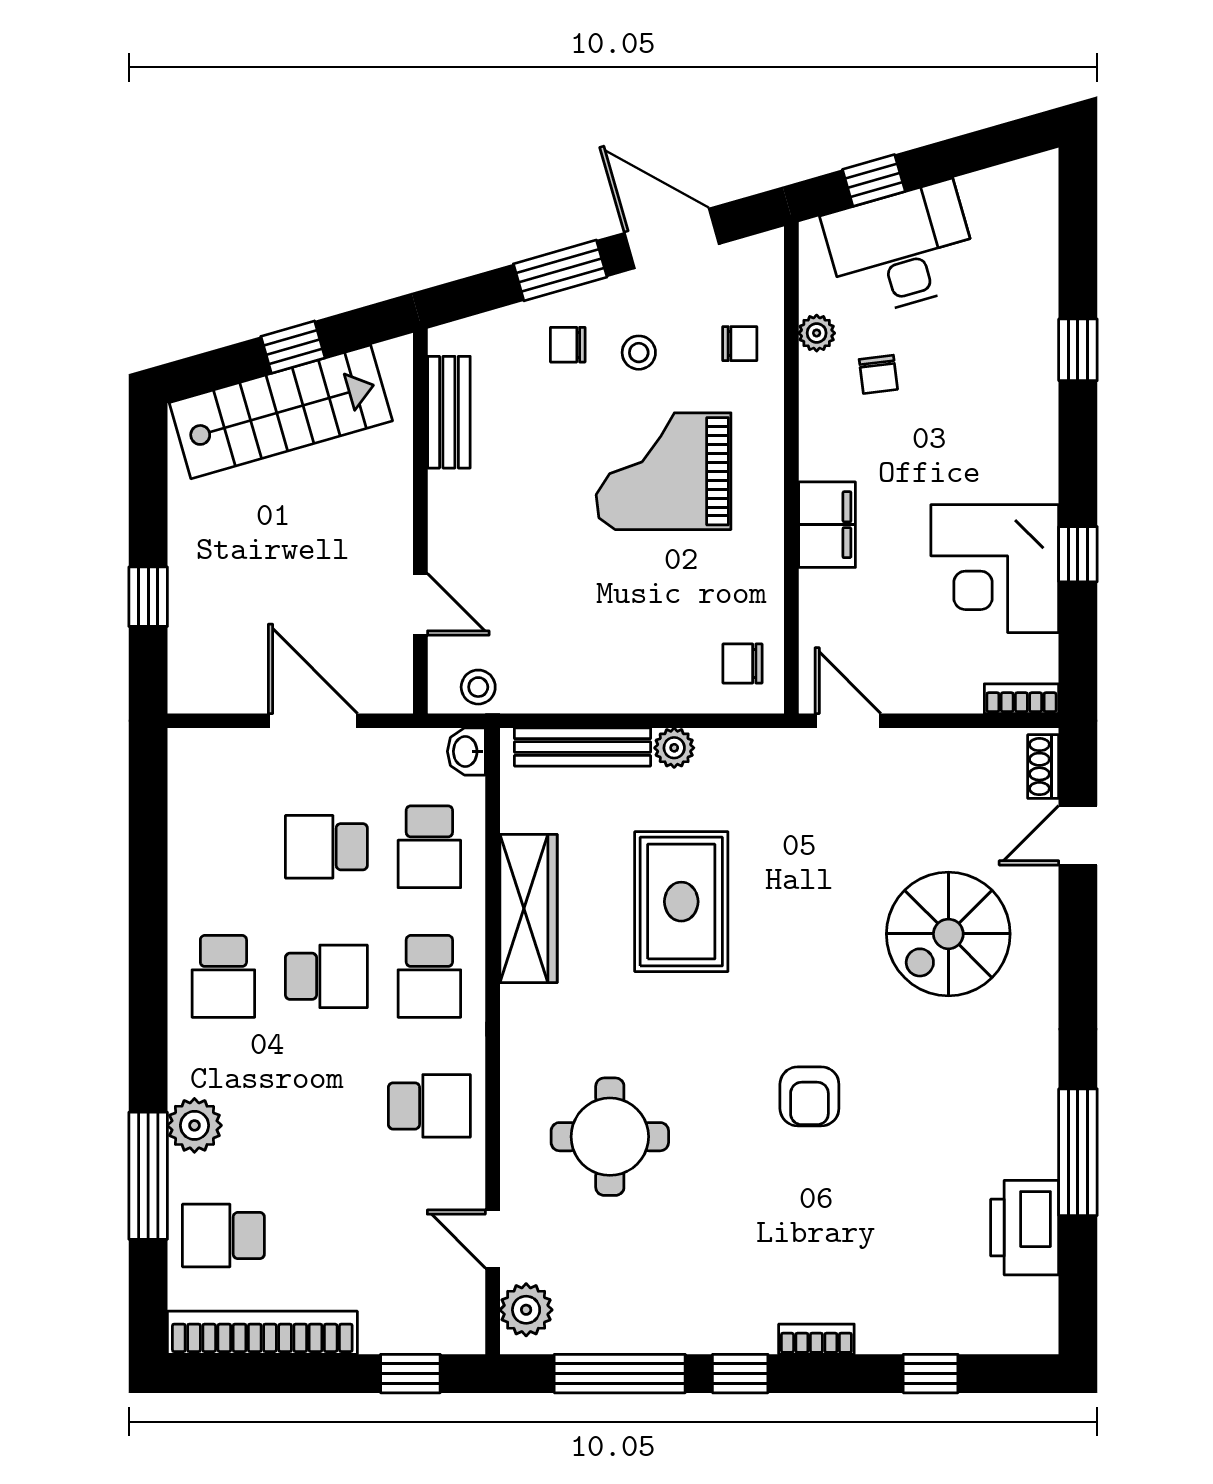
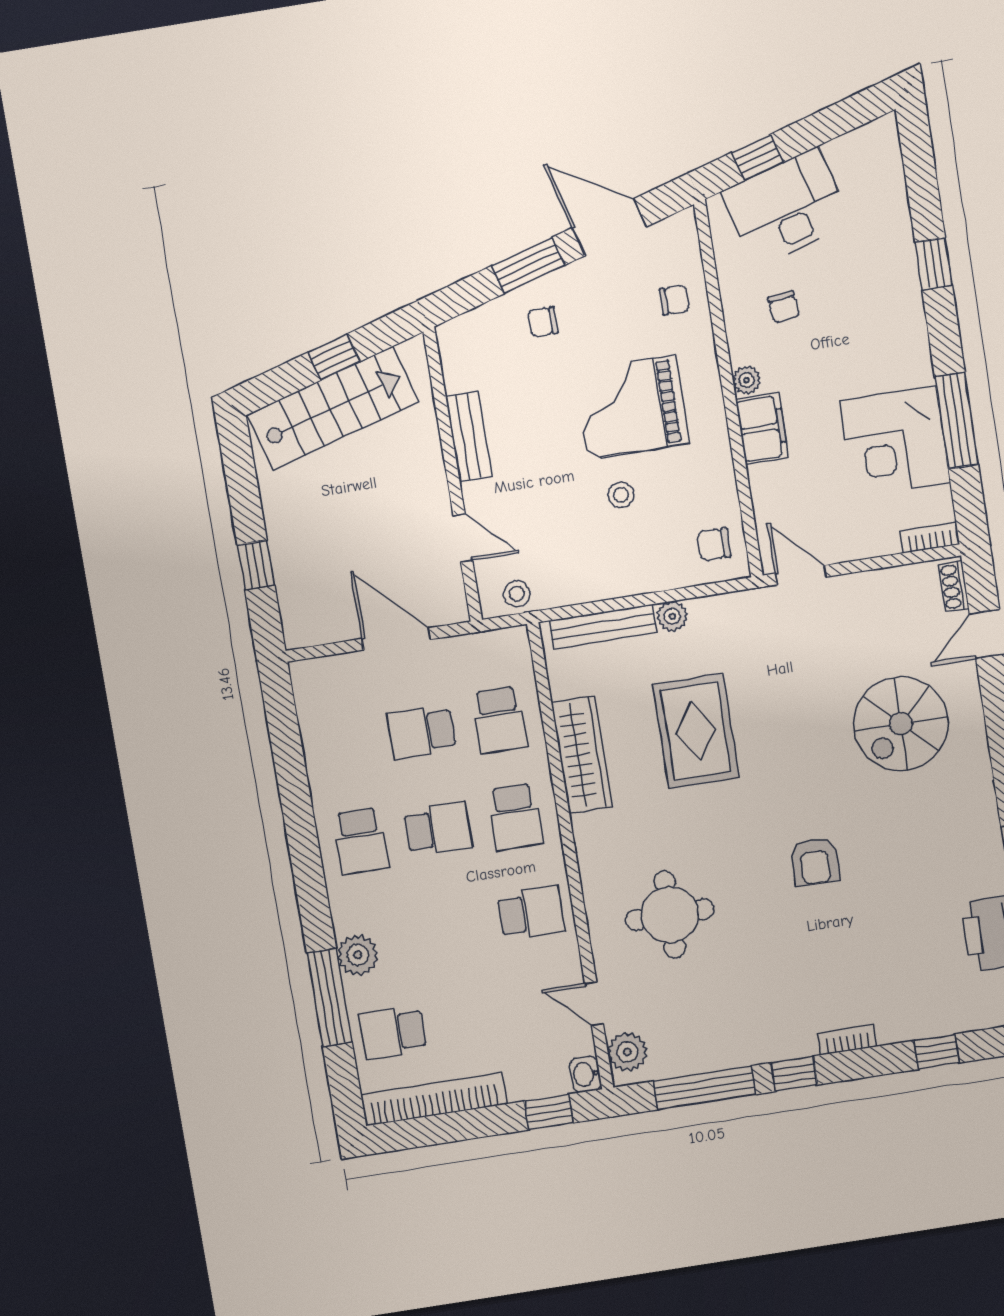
plant: (817, 333) -> (747, 380), moved
stool: (639, 353) -> (621, 495), moved
bench: (449, 412) -> (469, 436), moved
window: (1078, 554) -> (957, 421), width x2.17
washbasin: (466, 751) -> (585, 1074), moved

